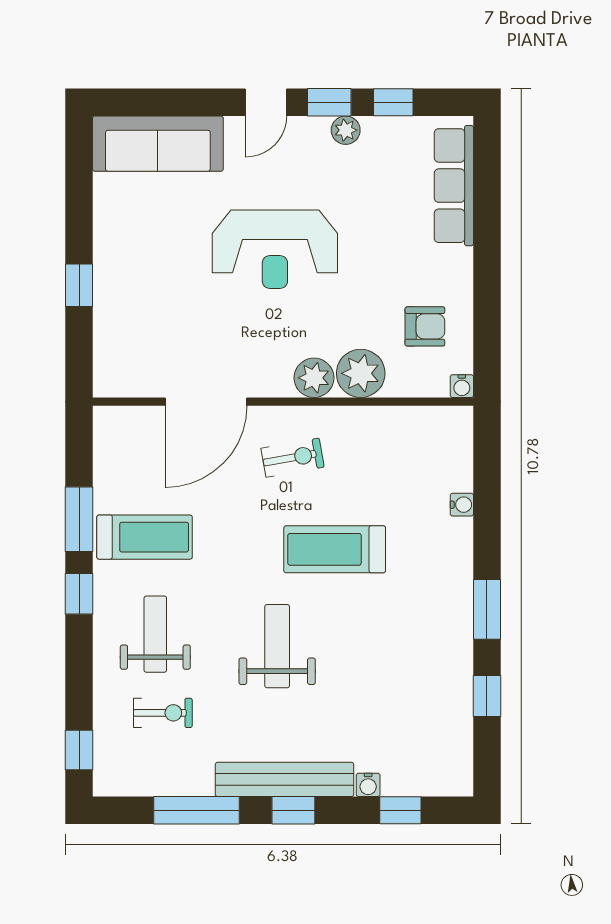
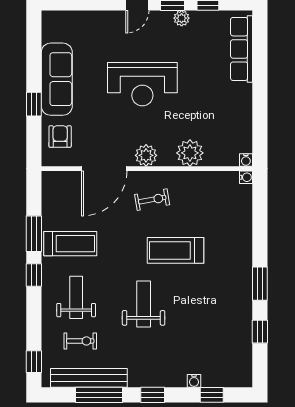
sofa: (158, 144) -> (57, 79), moved, turned -90
armchair: (425, 326) -> (60, 137), moved, turned -90
plant: (314, 378) -> (146, 155), moved
water cooler: (462, 505) -> (246, 177), moved
bench: (284, 779) -> (89, 378), moved

